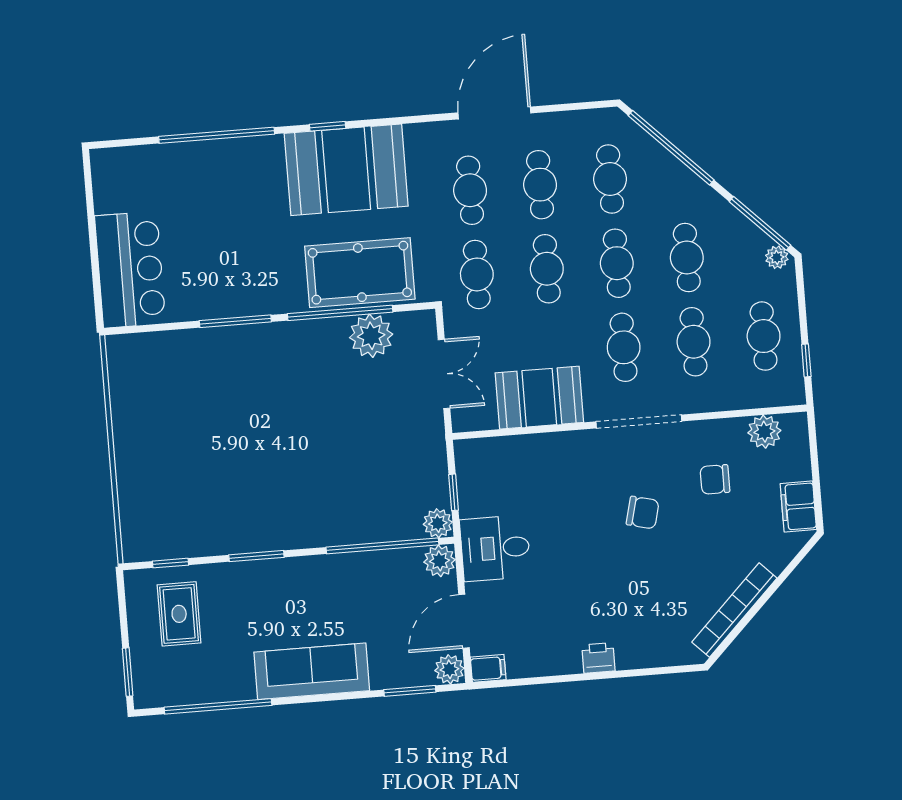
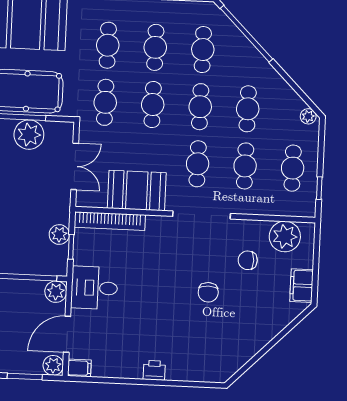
window: (760, 223) -> (300, 92), removed
plant: (764, 432) -> (285, 237), width x1.36, depth x1.36
chair: (643, 513) -> (208, 292), moved, turned 76
plant: (438, 523) -> (59, 234), moved
bookcase: (734, 610) -> (110, 221), moved, turned -135

